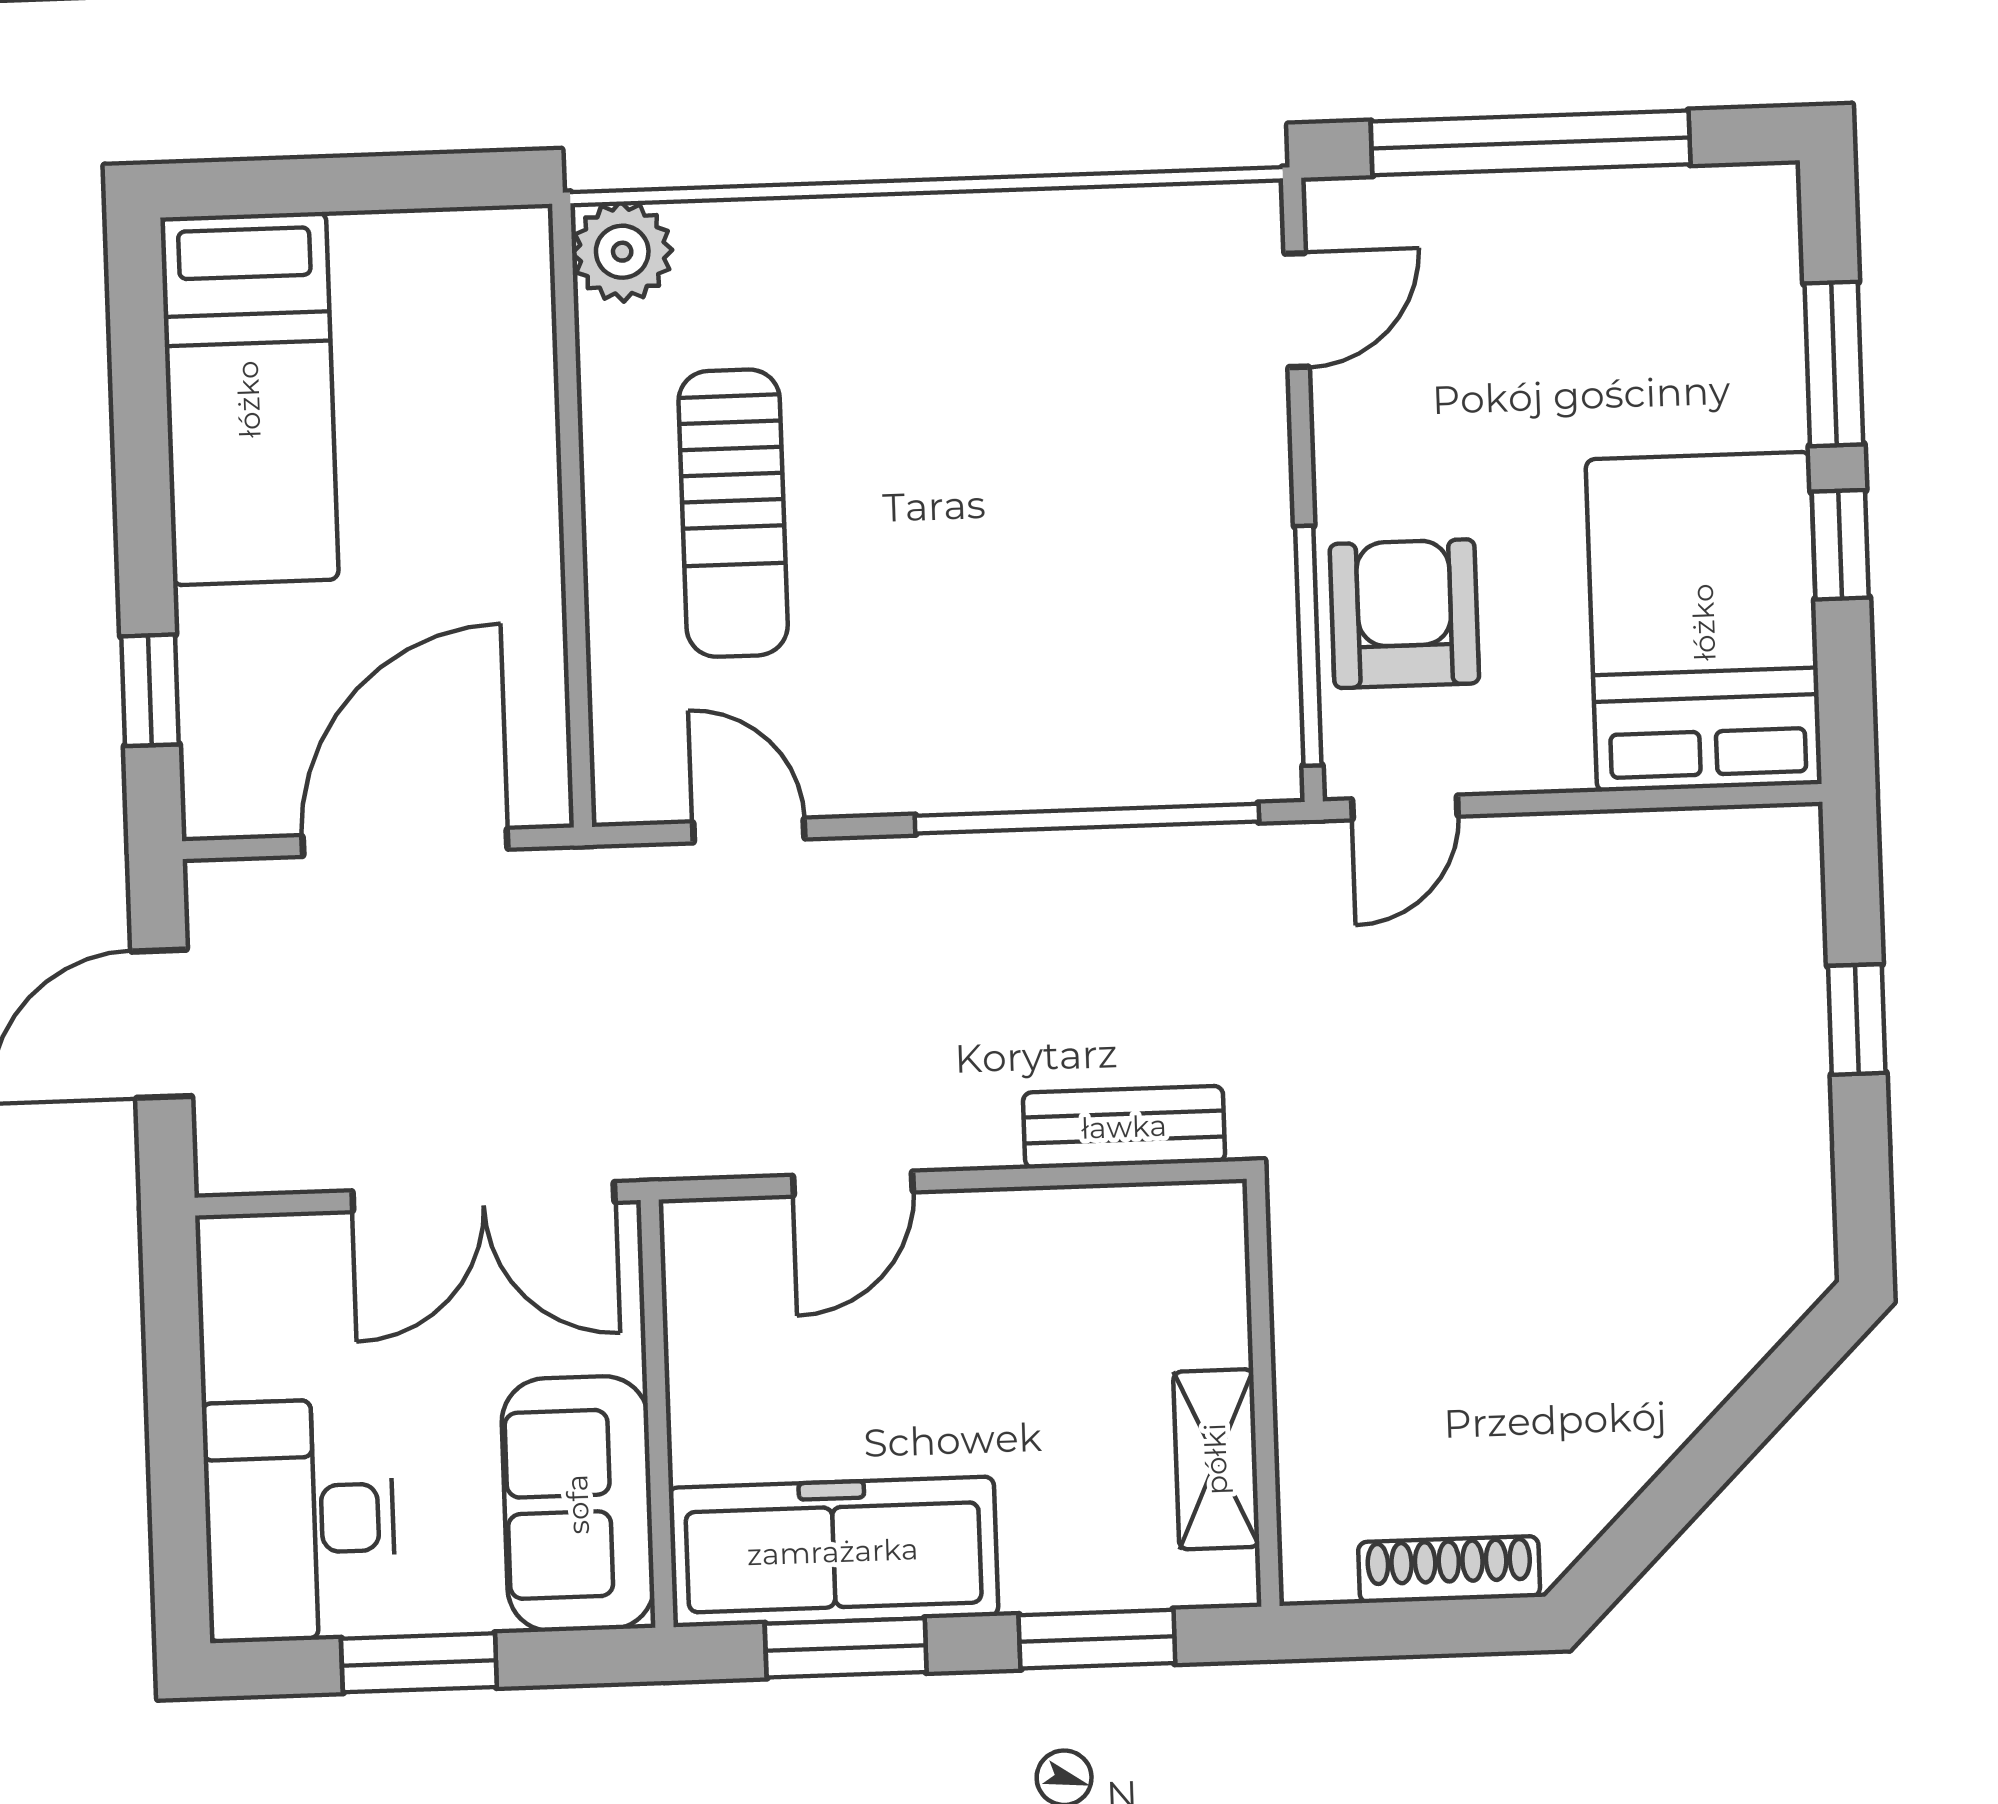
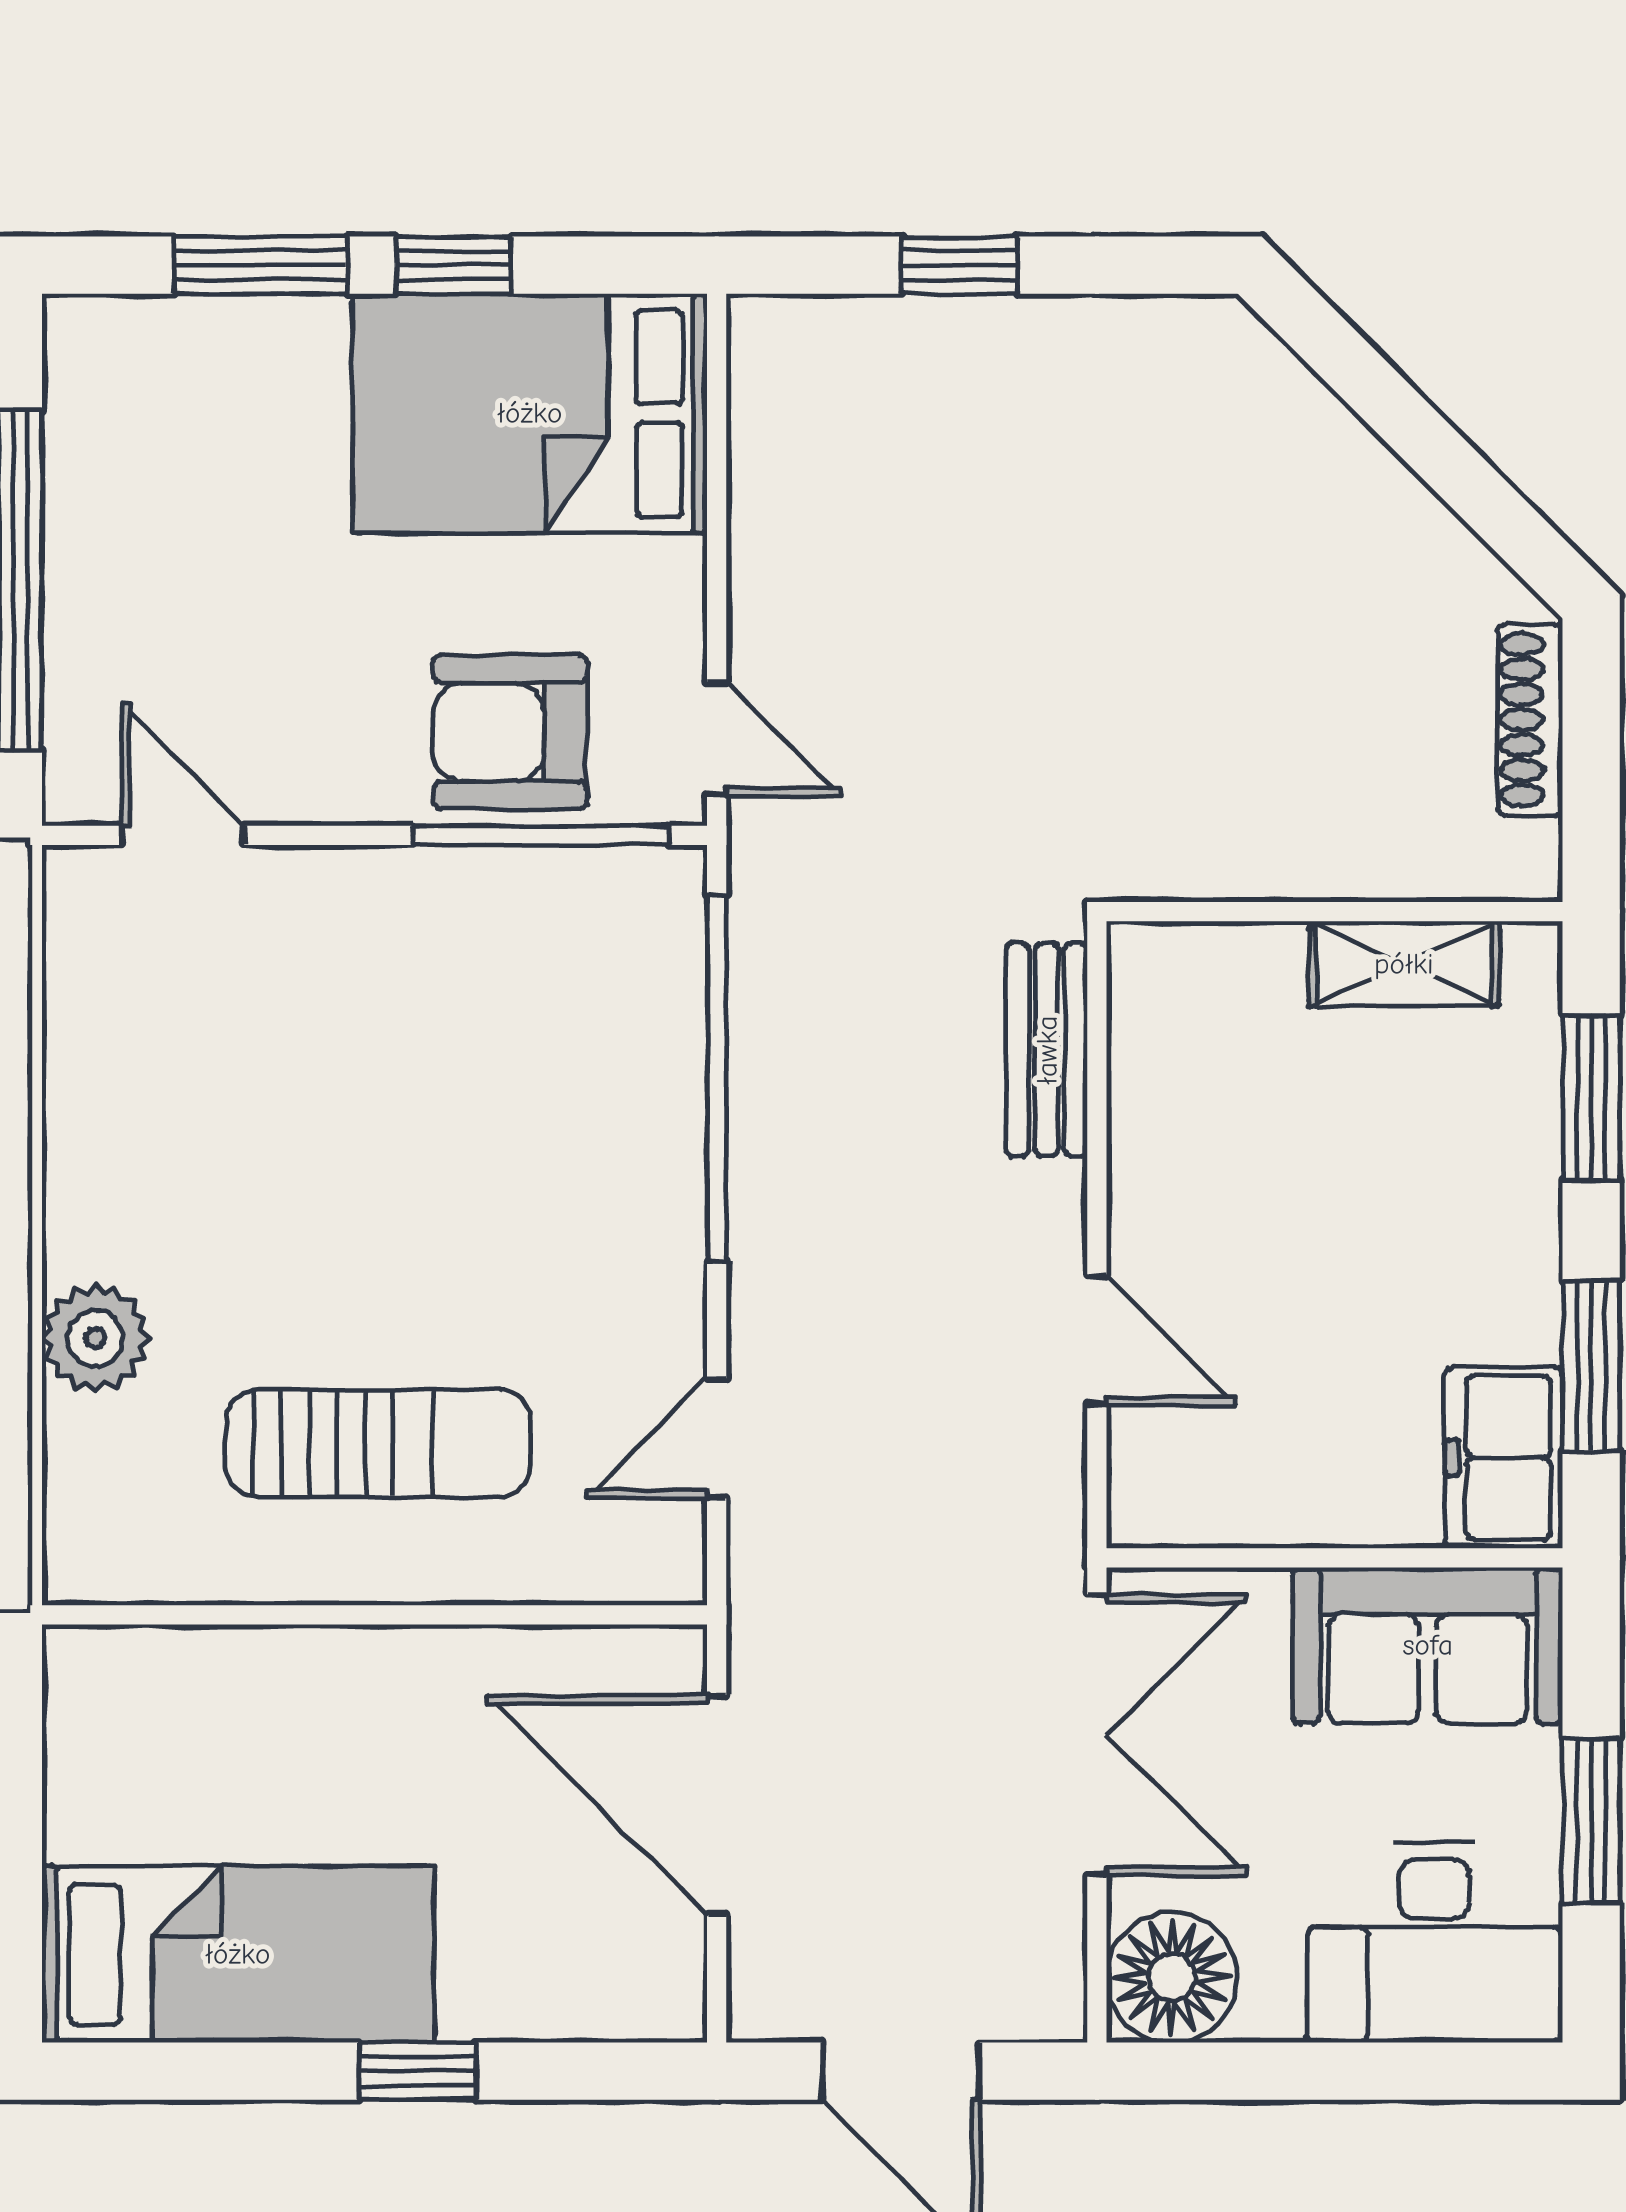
plant: (622, 252) -> (95, 1338), moved
window: (150, 690) -> (418, 2071), moved
floor lamp: (258, 1275) -> (1172, 1977), added
freezer: (833, 1552) -> (1504, 1458), width x0.52, depth x0.79

